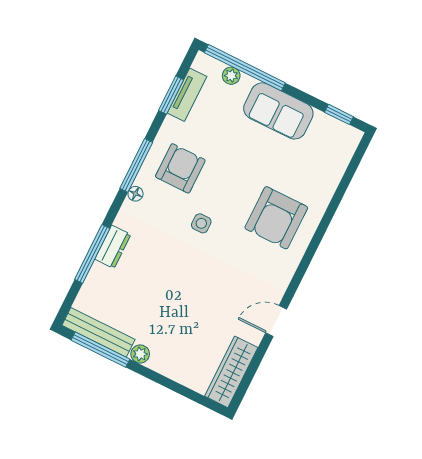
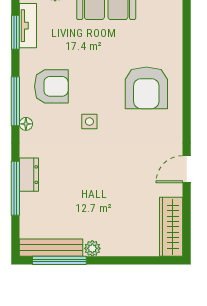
armchair: (180, 168) -> (51, 86), turned 90

